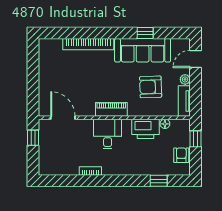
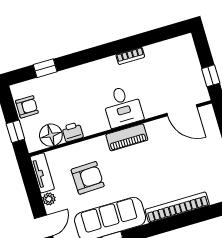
floor lamp: (165, 124) -> (51, 135), width x1.89, depth x1.89
printer: (146, 129) -> (73, 132), width x0.53, depth x0.68
armchair: (181, 155) -> (27, 107), turned -90

